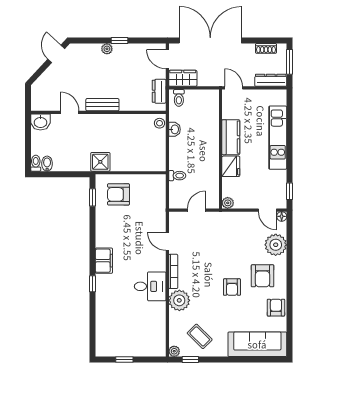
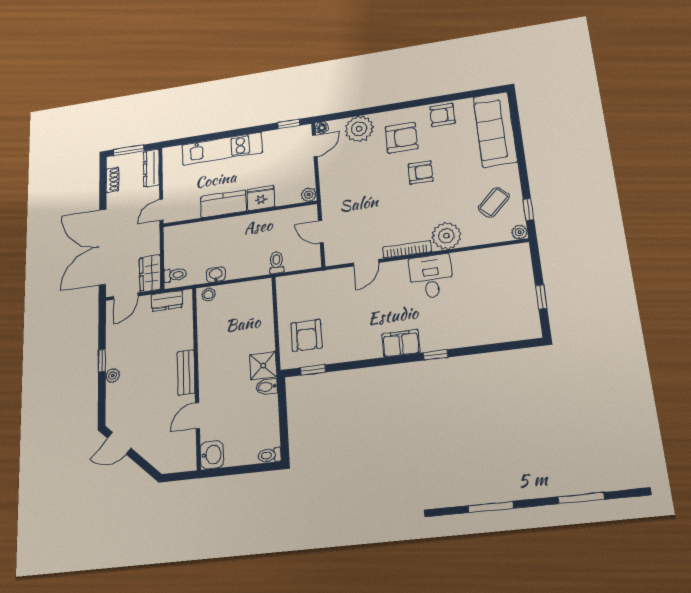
bidet: (47, 164) -> (267, 387), moved

